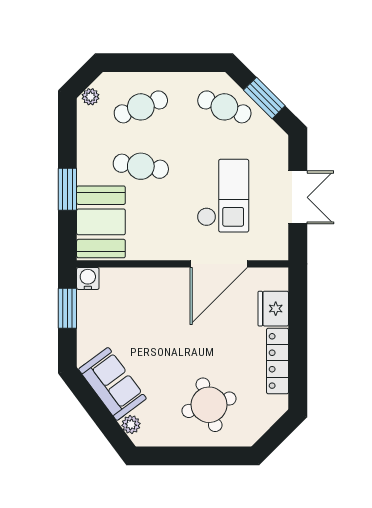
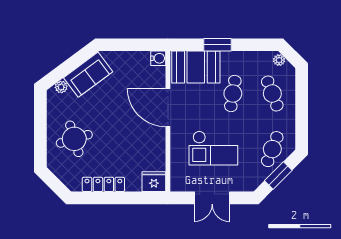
door: (219, 264) -> (168, 108), moved
window: (67, 308) -> (138, 45), removed
fridge: (273, 309) -> (154, 182), moved

